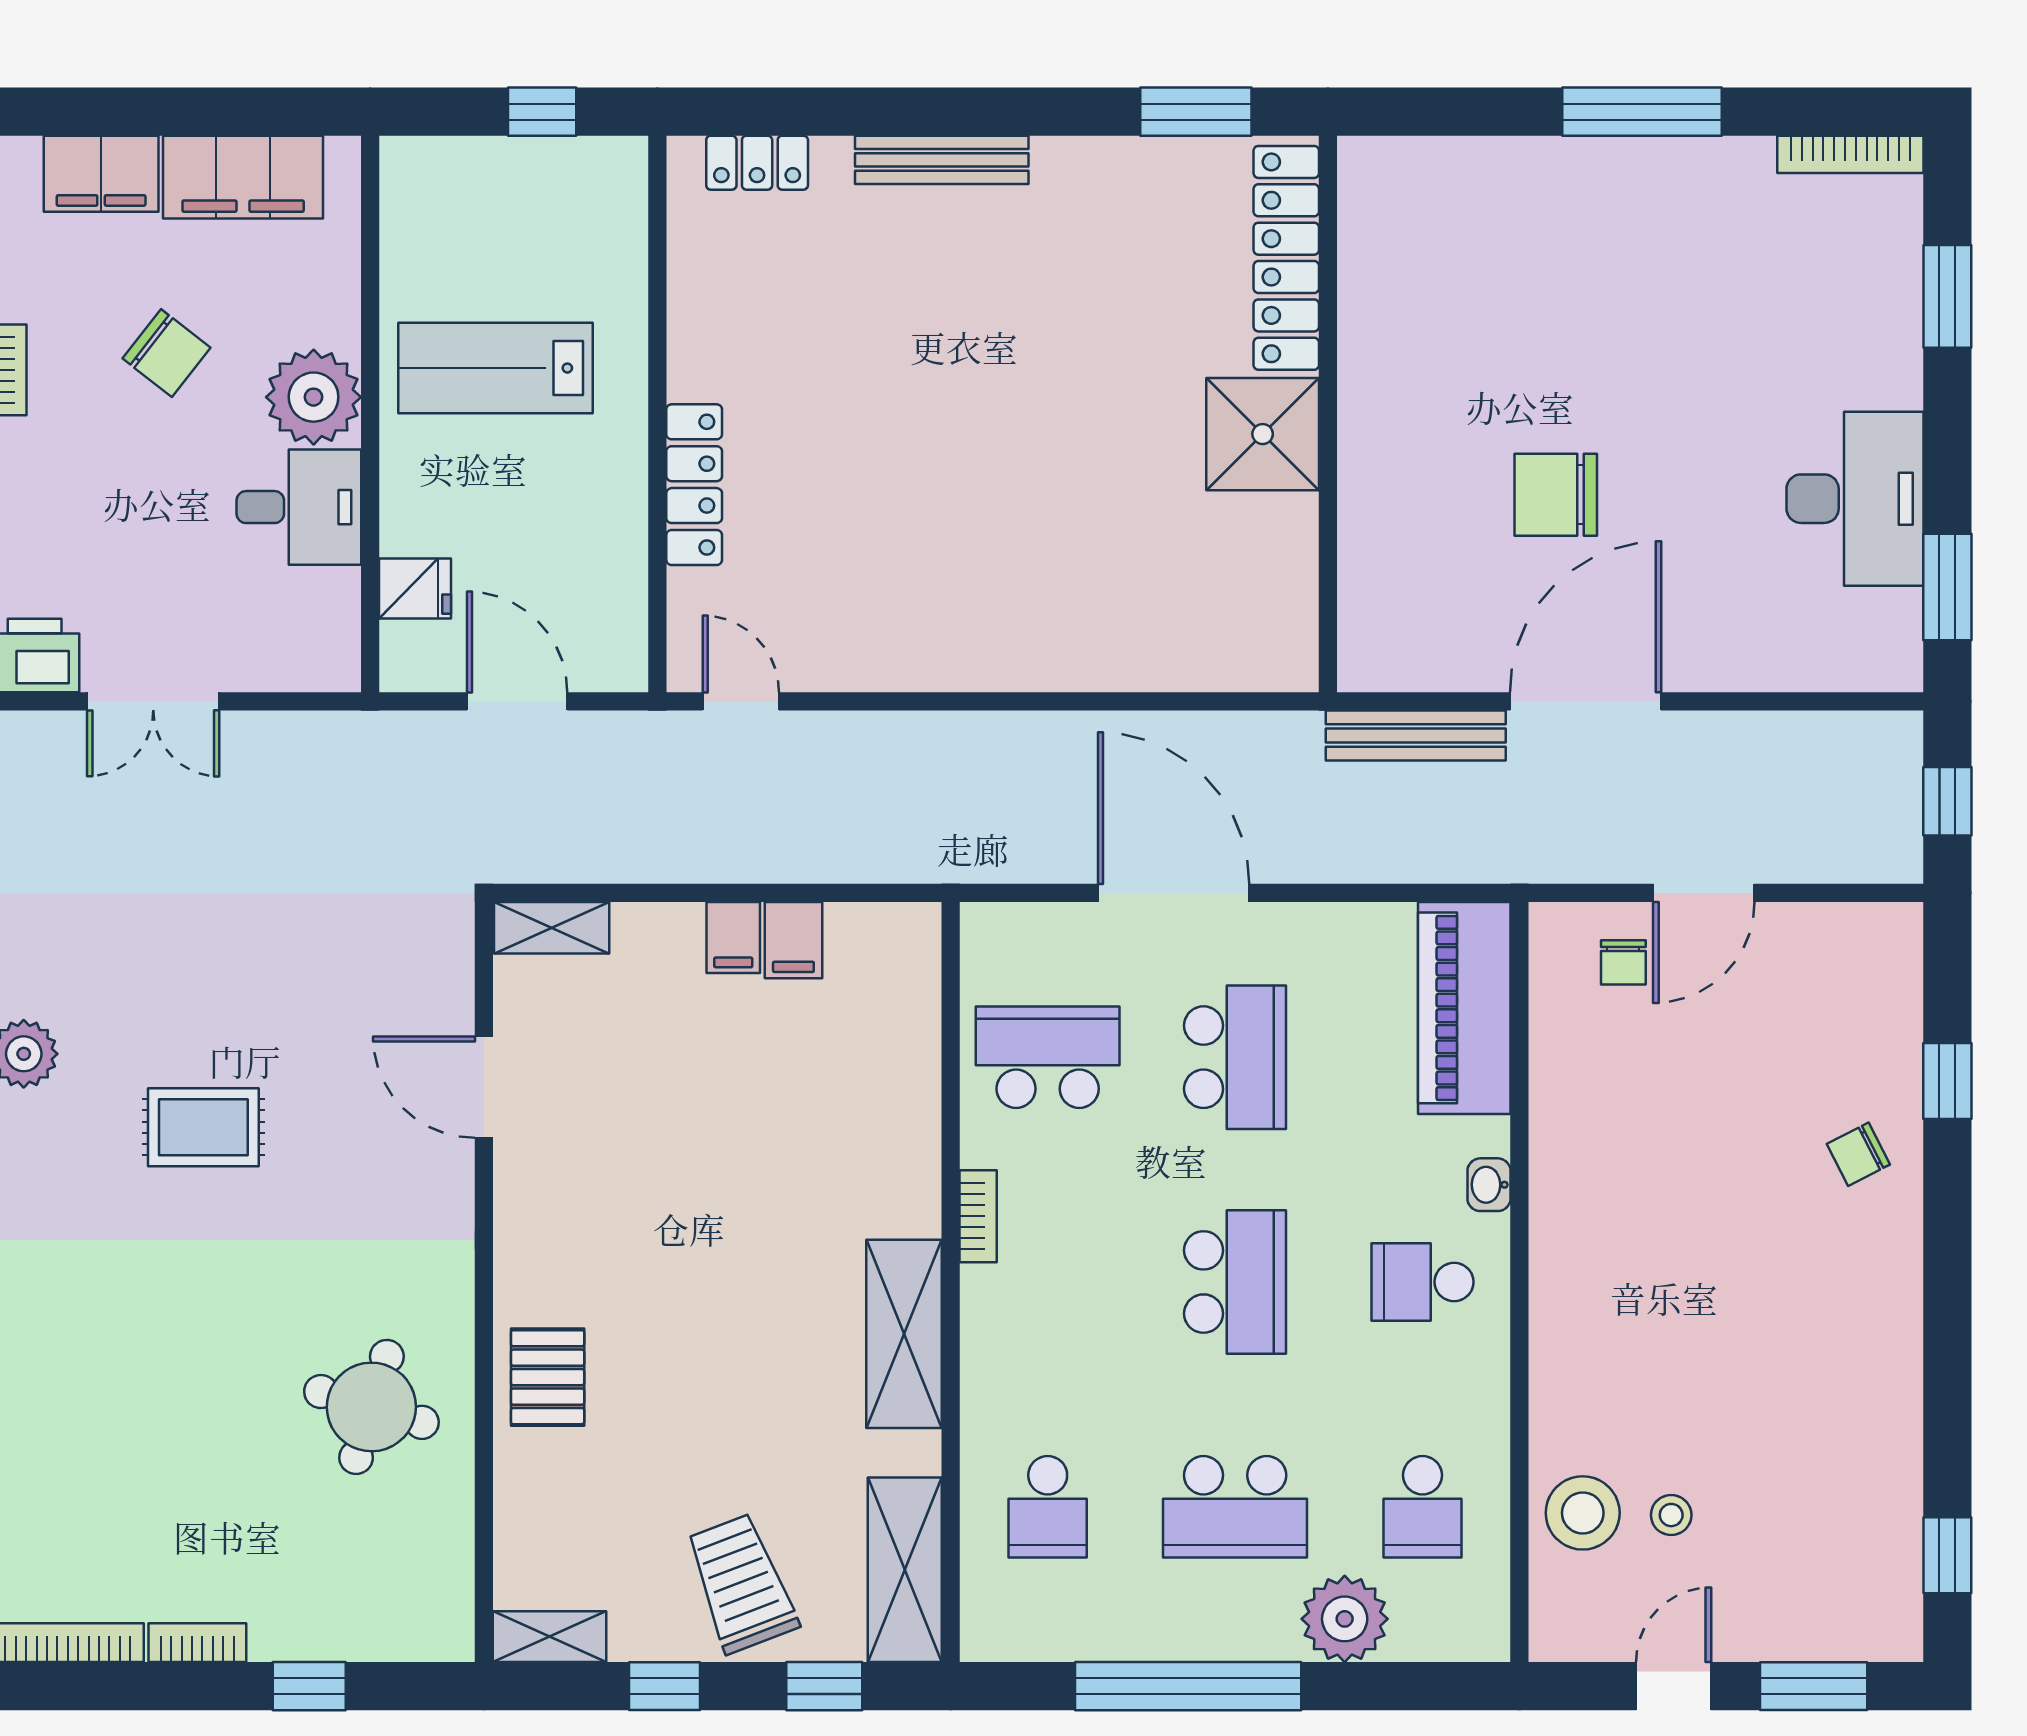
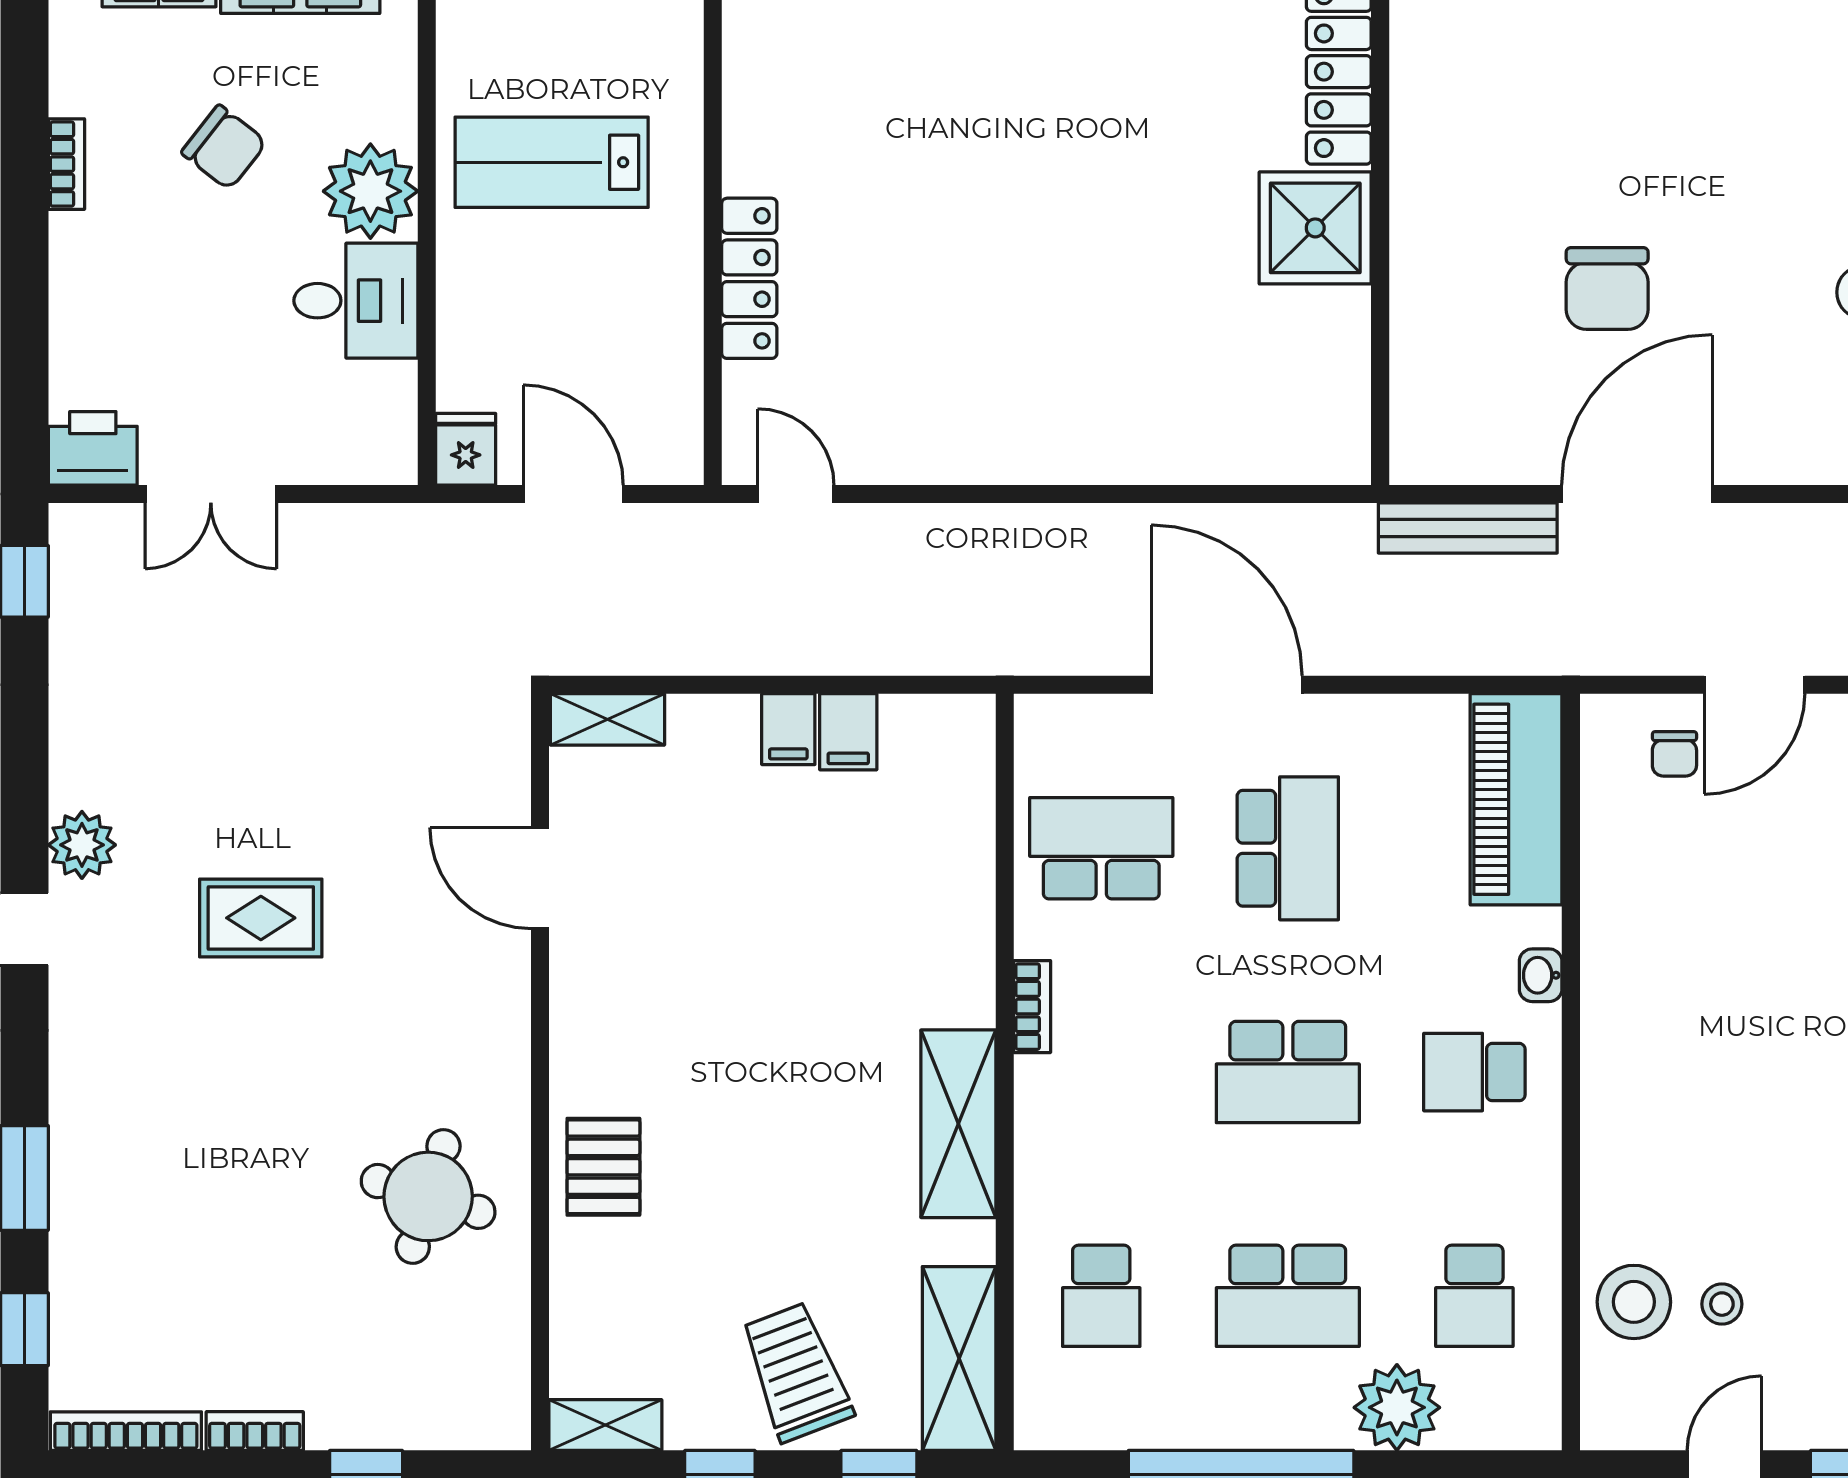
chair: (1556, 495) -> (1607, 288), turned -90
fridge: (415, 588) -> (466, 449), moved, turned -90
school desk: (1235, 1282) -> (1288, 1072), turned 90

